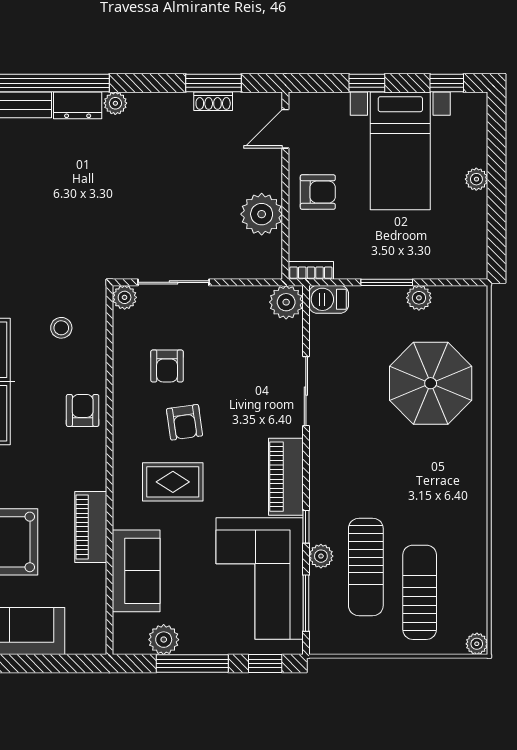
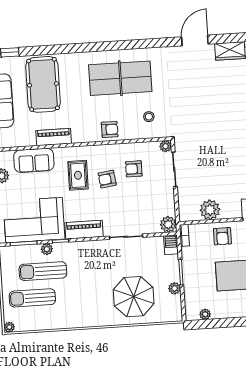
plant: (476, 179) -> (205, 314), moved
sun lounger: (420, 592) -> (32, 298), turned 180

